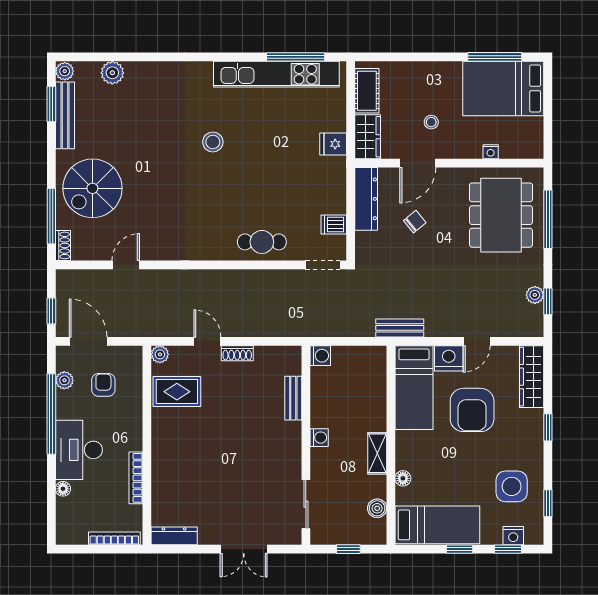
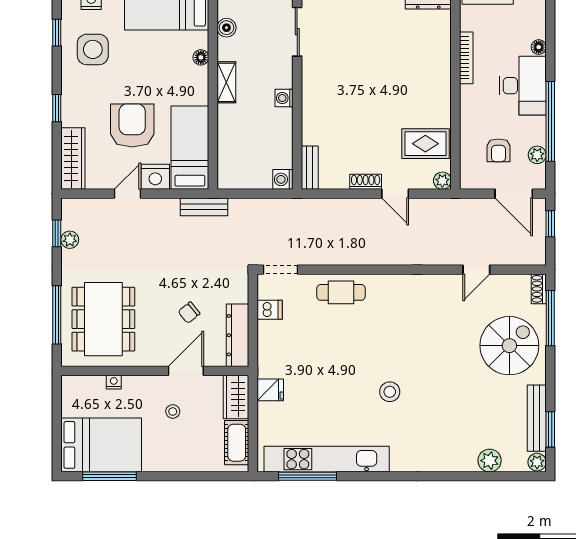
bench: (293, 398) -> (310, 168), moved

